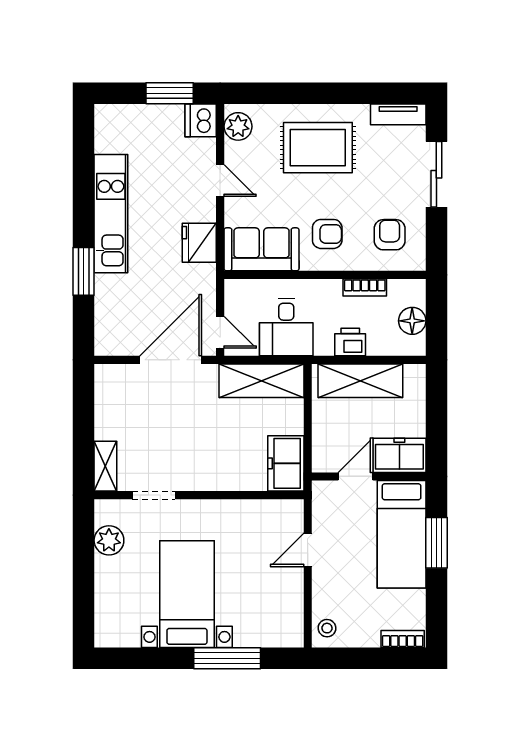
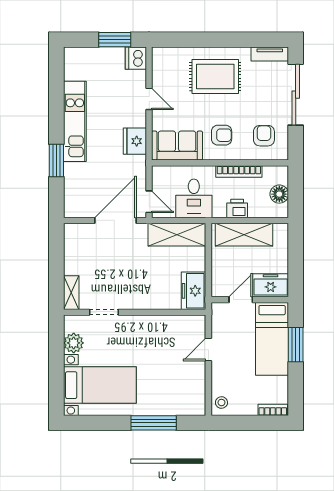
plant: (238, 126) -> (161, 62), removed
sliding door: (436, 174) -> (296, 95), width x1.37
bookcase: (365, 288) -> (239, 171), width x1.56
bed with nightstands: (187, 594) -> (100, 385), moved, turned 90

